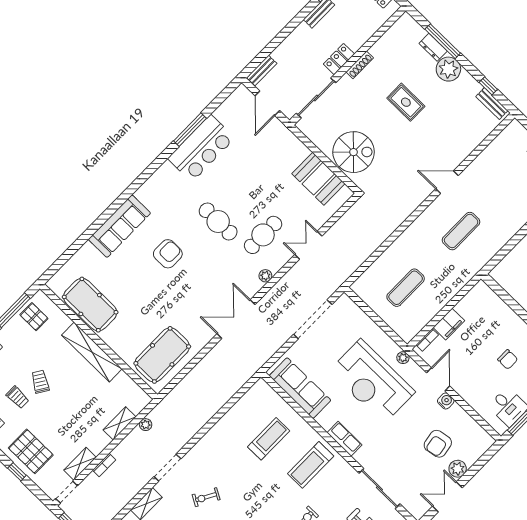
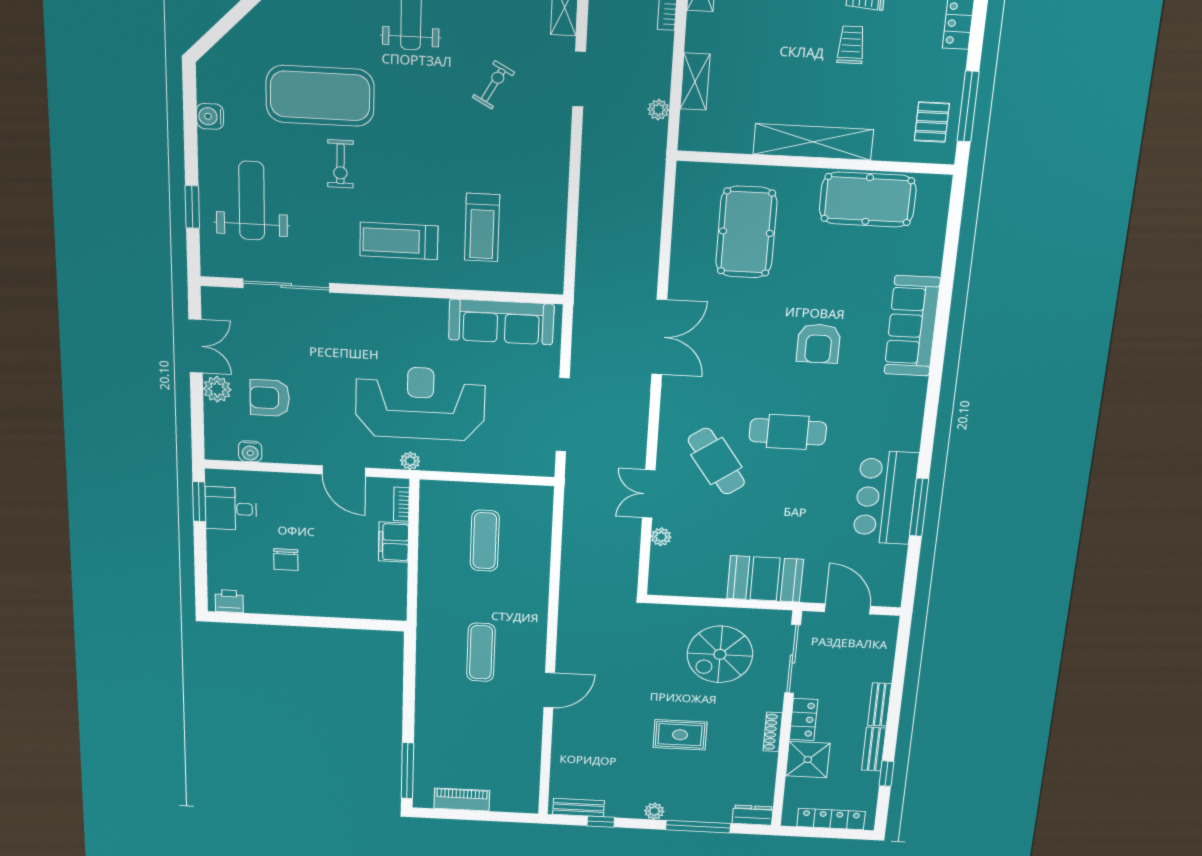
shower: (356, 34) -> (808, 760), added
dresser: (433, 47) -> (753, 815), moved
plant: (448, 69) -> (654, 811), width x0.53, depth x0.53
bench: (262, 70) -> (879, 704), moved
spiral stairs: (354, 152) -> (720, 654), moved
booth: (318, 179) -> (765, 579), moved
cafe table: (263, 235) -> (716, 461), turned -35
double door: (308, 245) -> (649, 494), swing flipped
plant: (265, 276) -> (661, 537), moved
pallet: (34, 317) -> (932, 122), turned 90
pool table: (162, 355) -> (746, 232), moved
chair: (508, 359) -> (286, 560), turned -90
trolley: (40, 382) -> (851, 45), turned -122
water cooler: (446, 401) -> (250, 451), moved
row of seats: (345, 439) -> (388, 308), removed
armchair: (438, 444) -> (270, 398), turned -80
treadmill: (311, 465) -> (399, 241), turned -90

